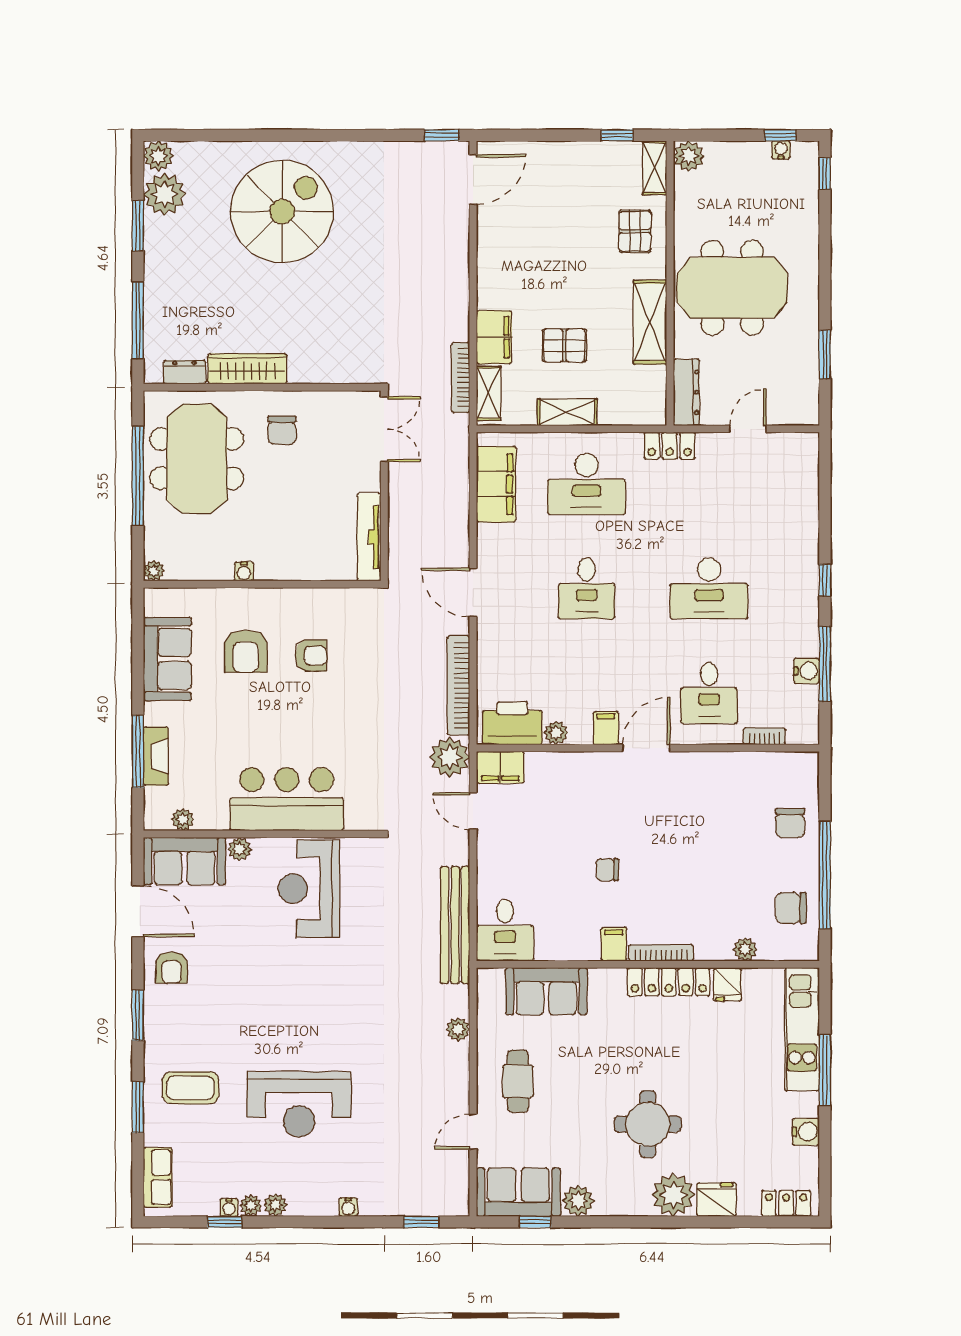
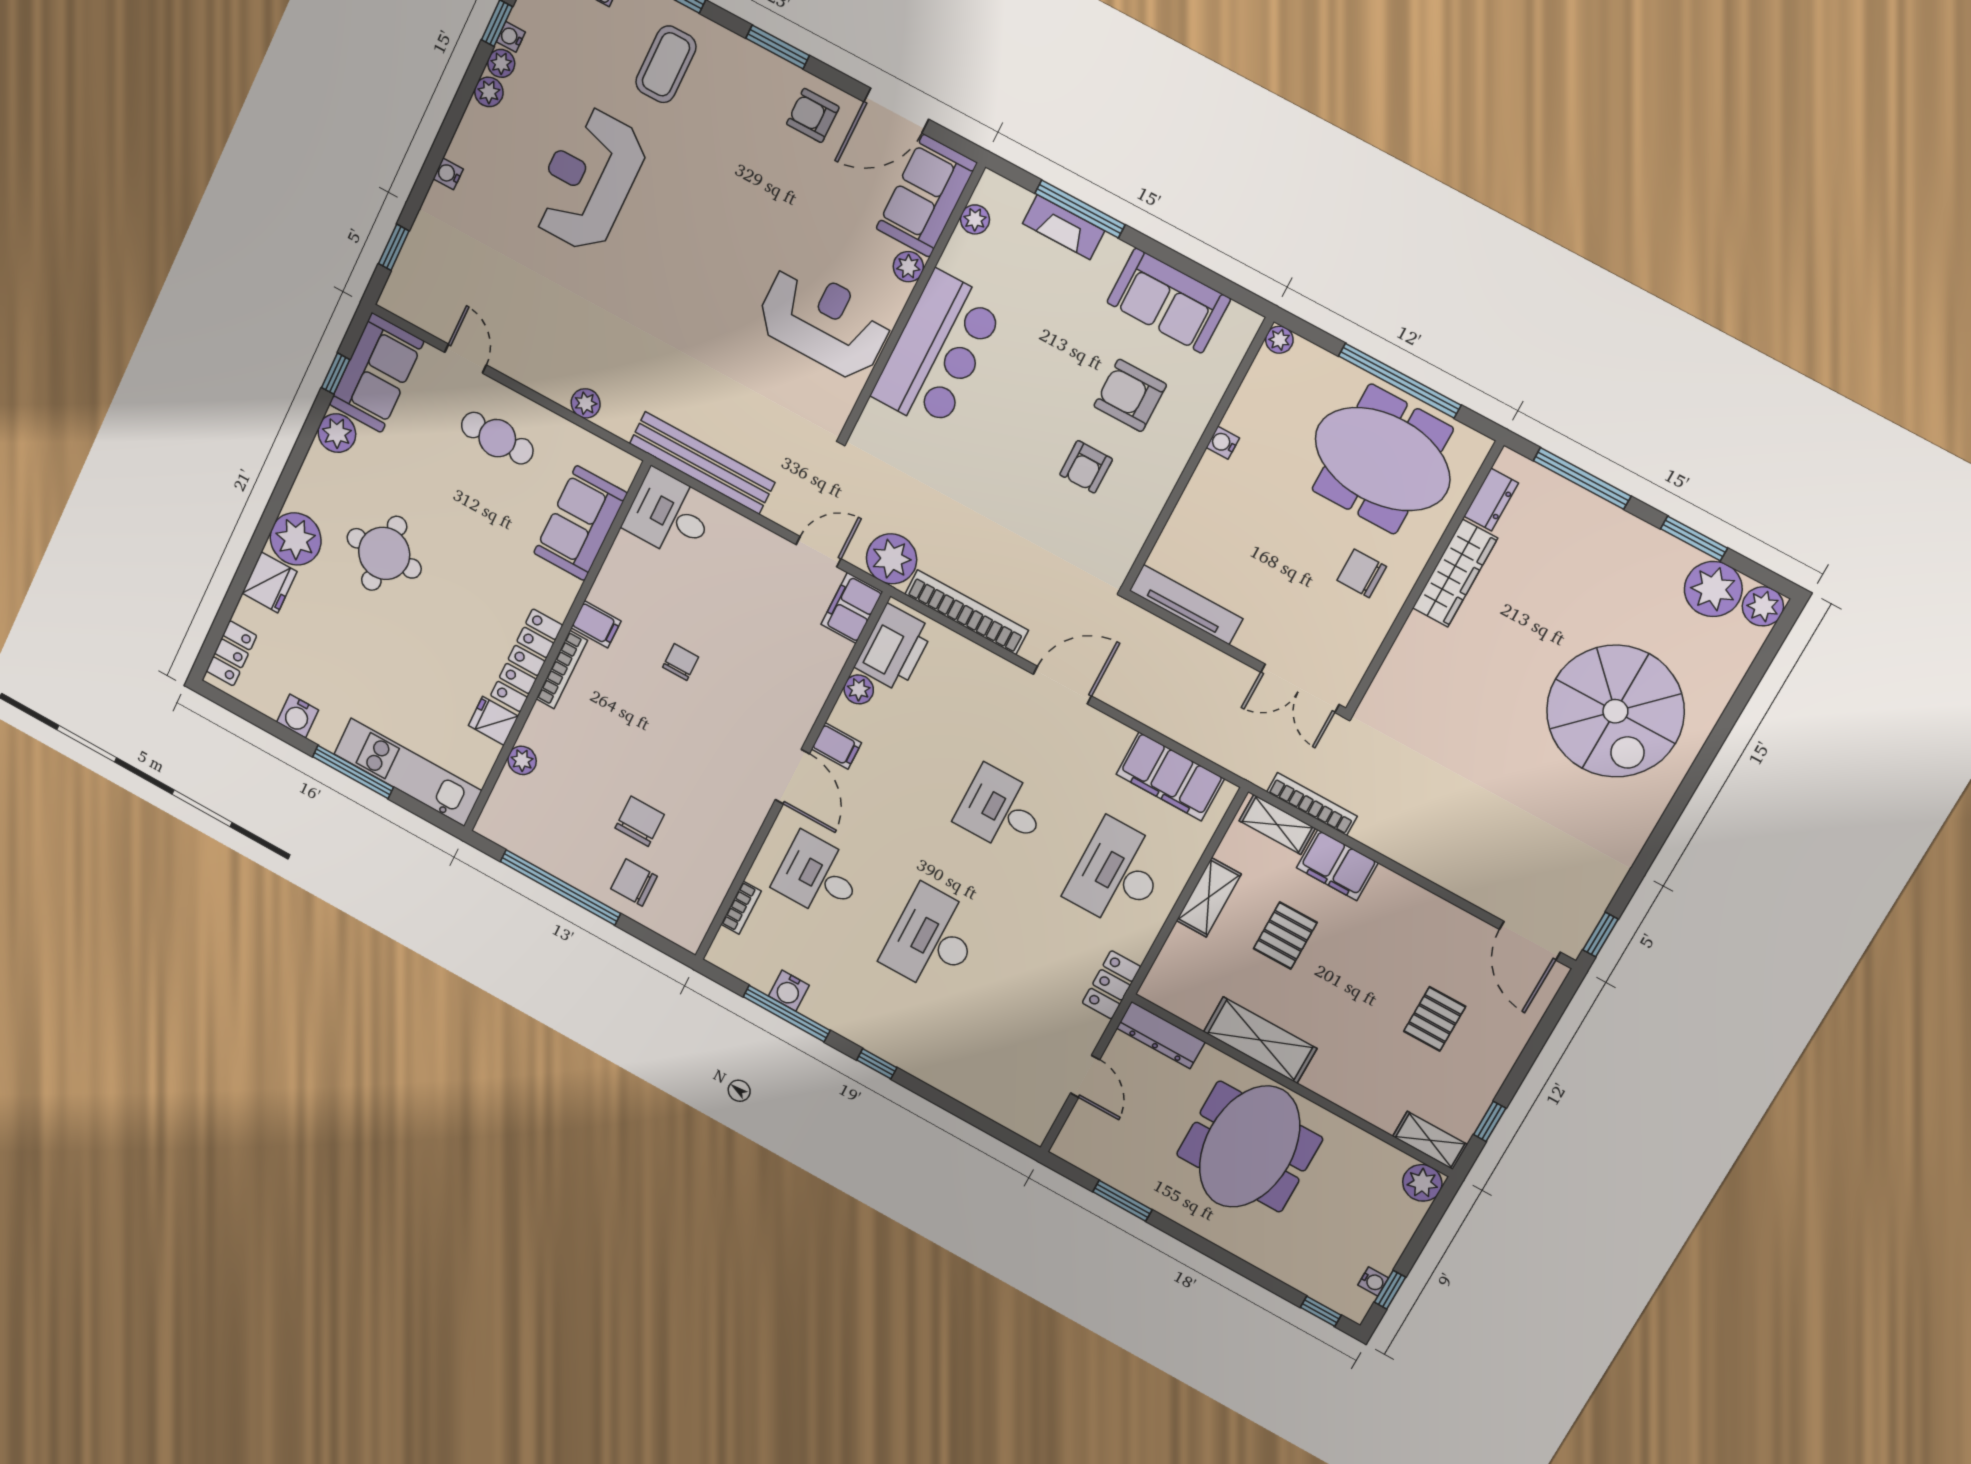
pallet: (635, 231) -> (1435, 1019), moved, turned 90
chair: (791, 908) -> (640, 821), moved

